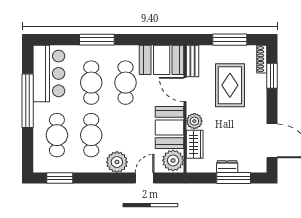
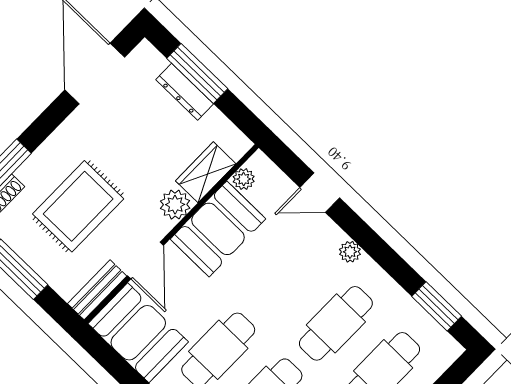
plant: (173, 160) -> (244, 179), width x0.53, depth x0.53
plant: (117, 162) -> (350, 252), width x0.53, depth x0.53
dresser: (227, 167) -> (185, 92), width x1.44

